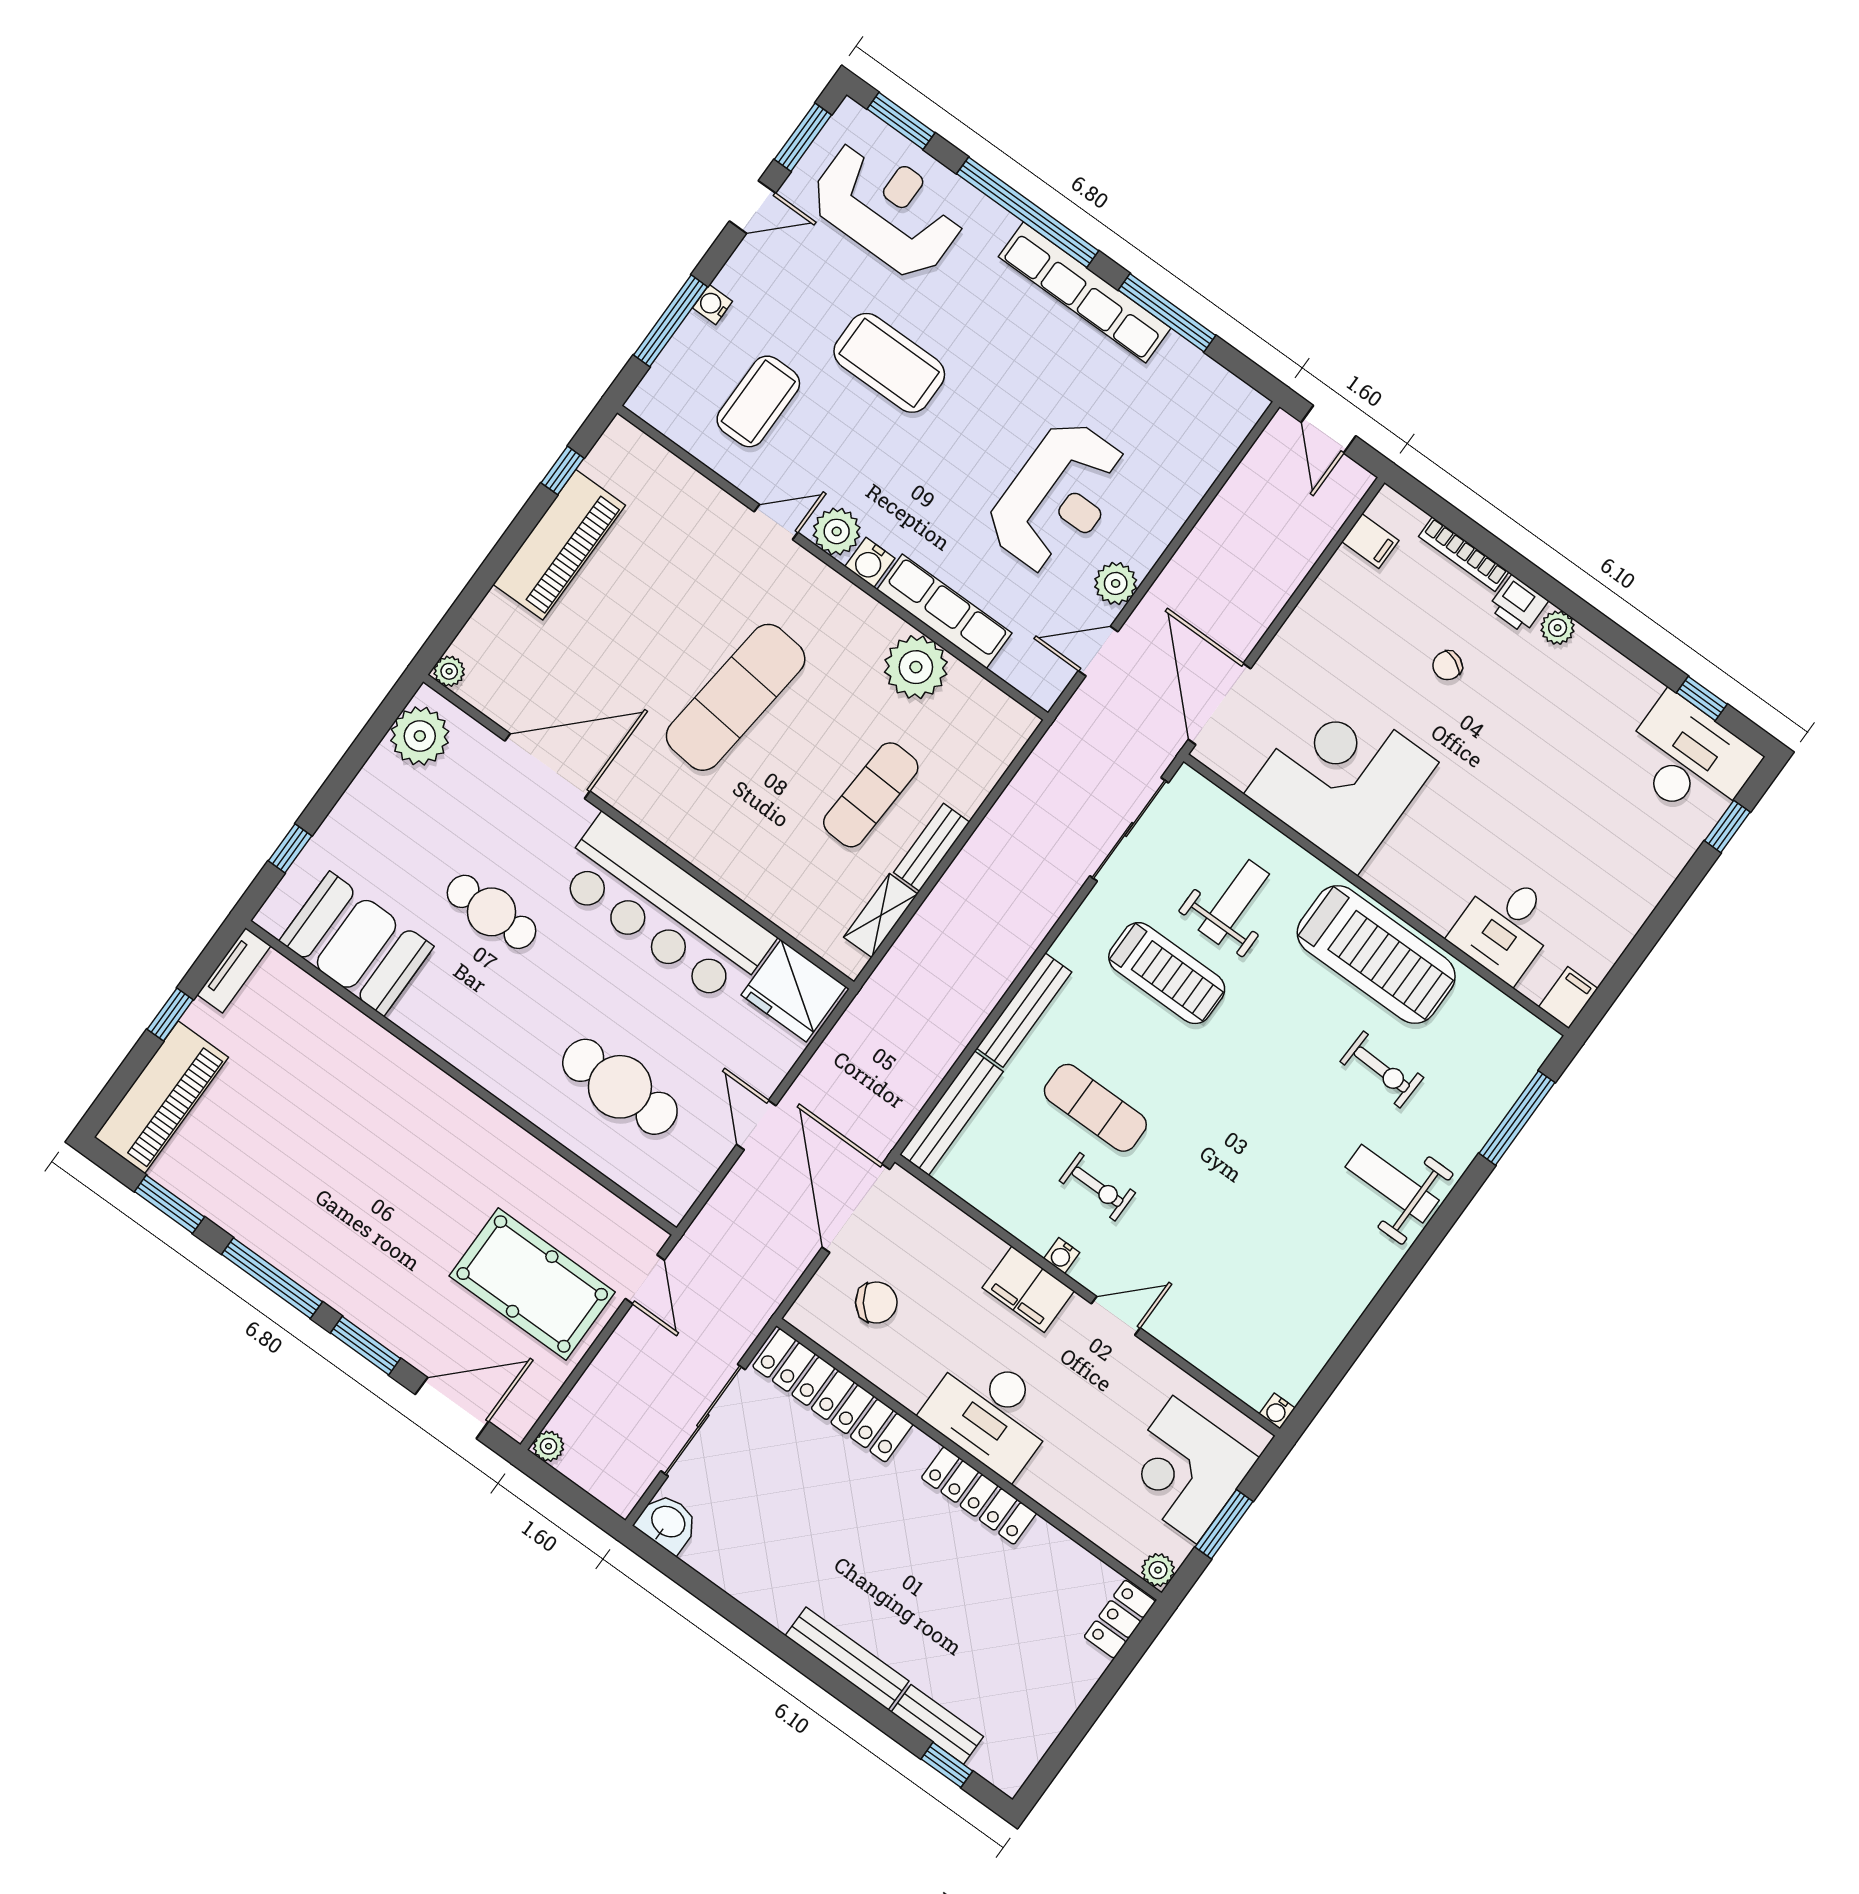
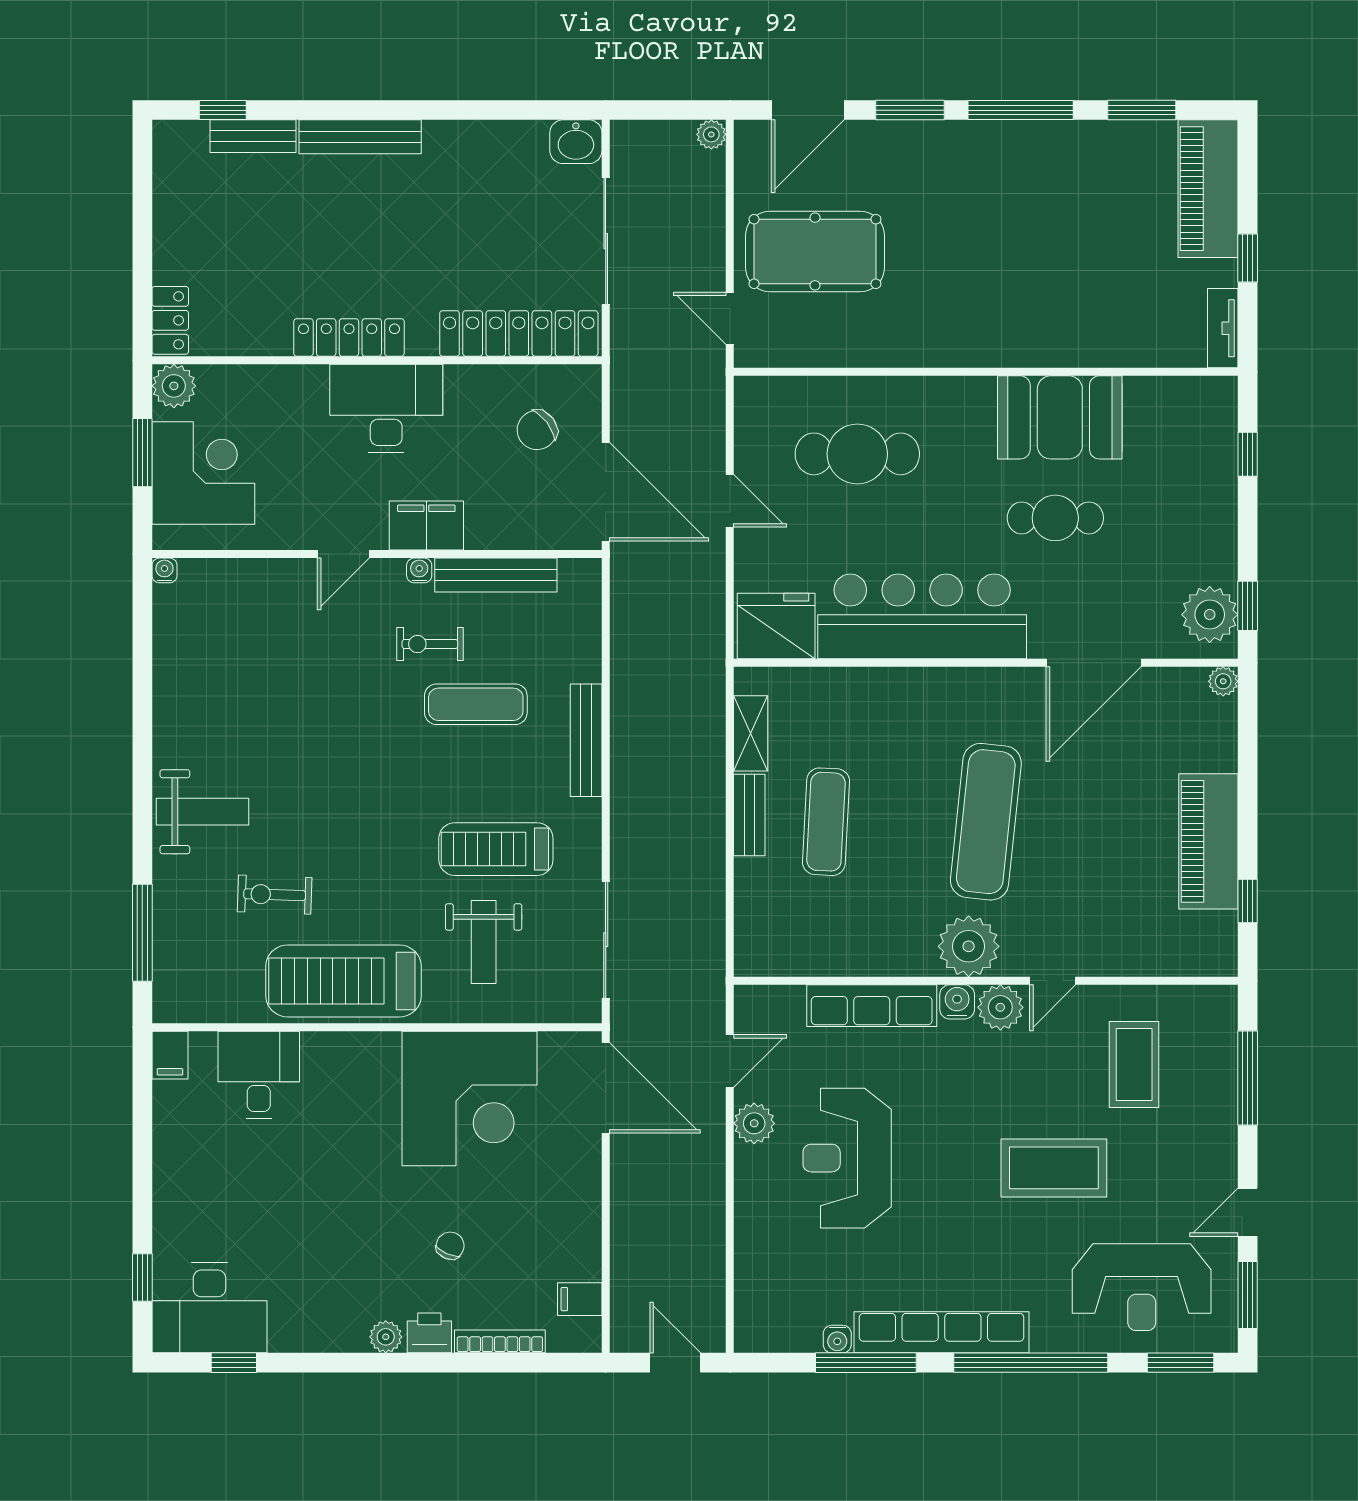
water cooler: (713, 305) -> (837, 1339), moved, turned 90
plant: (916, 667) -> (969, 946), moved
window: (382, 720) -> (1248, 606), added
booth: (356, 944) -> (1060, 417), moved
bench: (952, 1113) -> (496, 575), moved, turned 90
plant: (1158, 1570) -> (174, 386), width x1.38, depth x1.38

